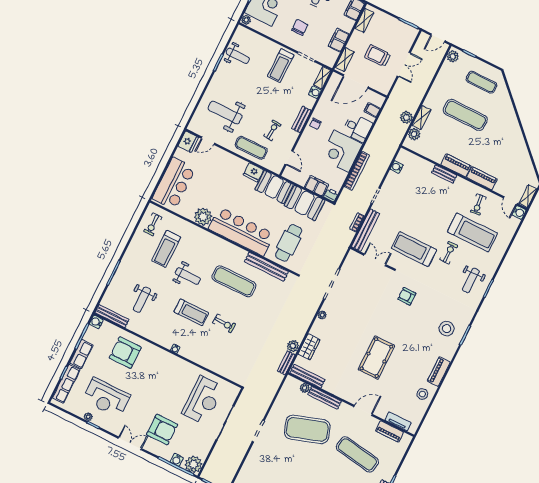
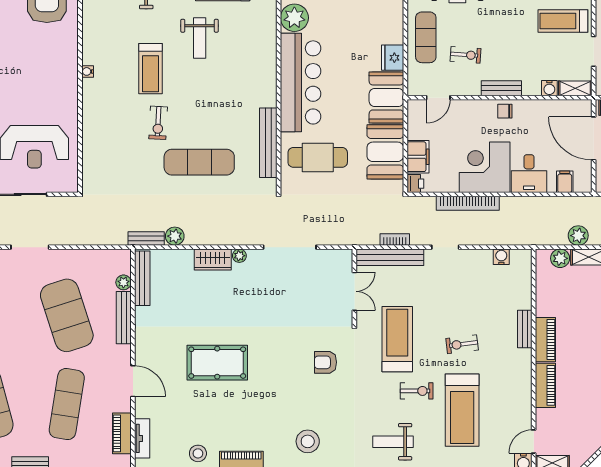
exercise bike: (478, 204) -> (462, 344), moved
exercise mat: (234, 281) -> (199, 162), moved, turned 90
armchair: (407, 296) -> (325, 362), turned -90
wardrobe: (309, 347) -> (213, 260), moved

